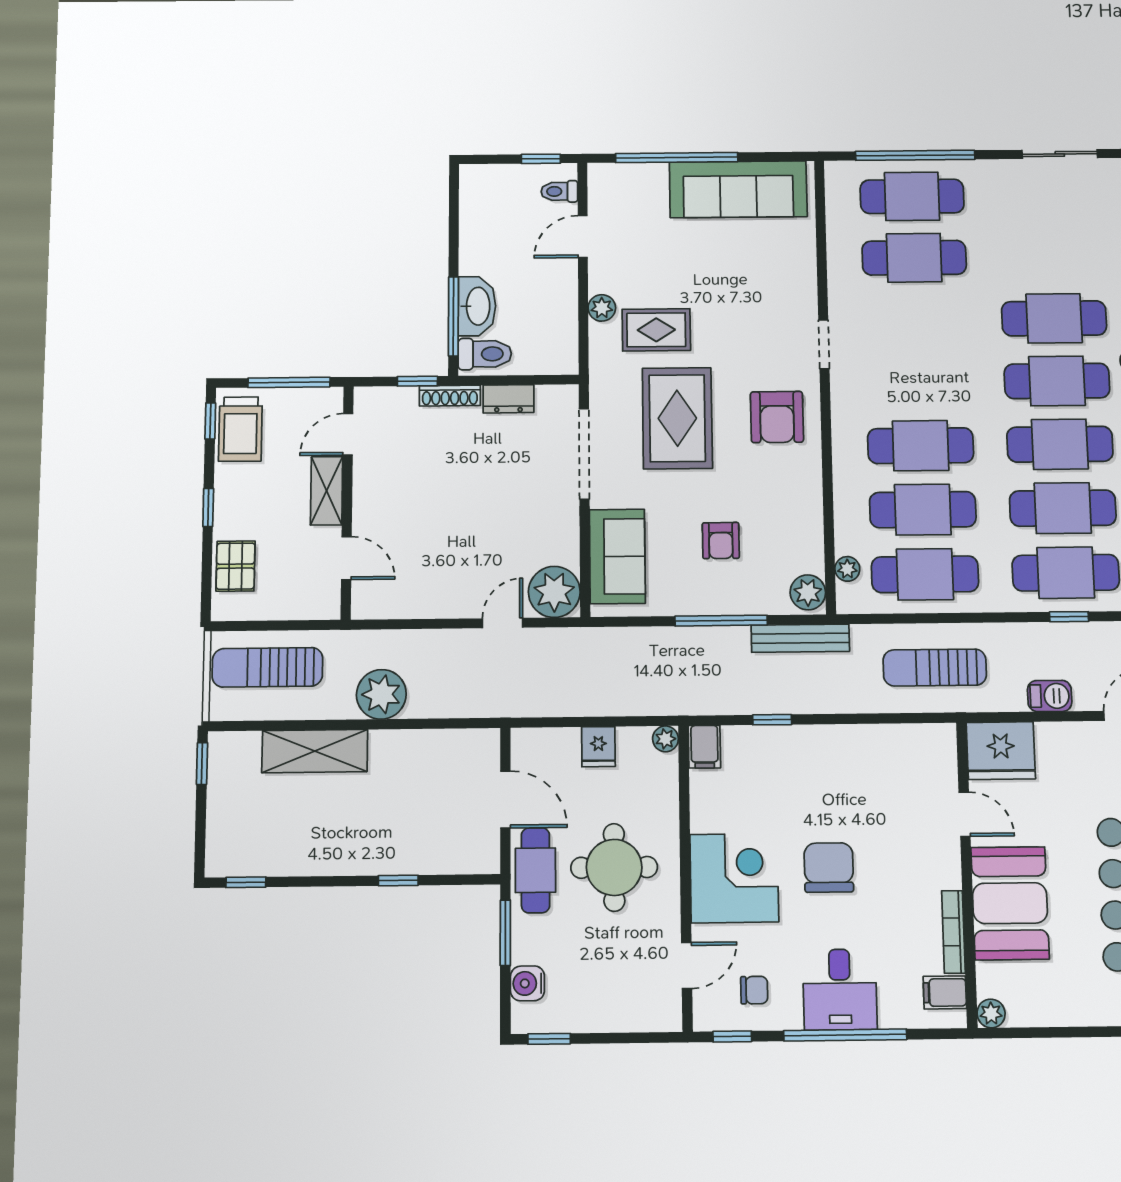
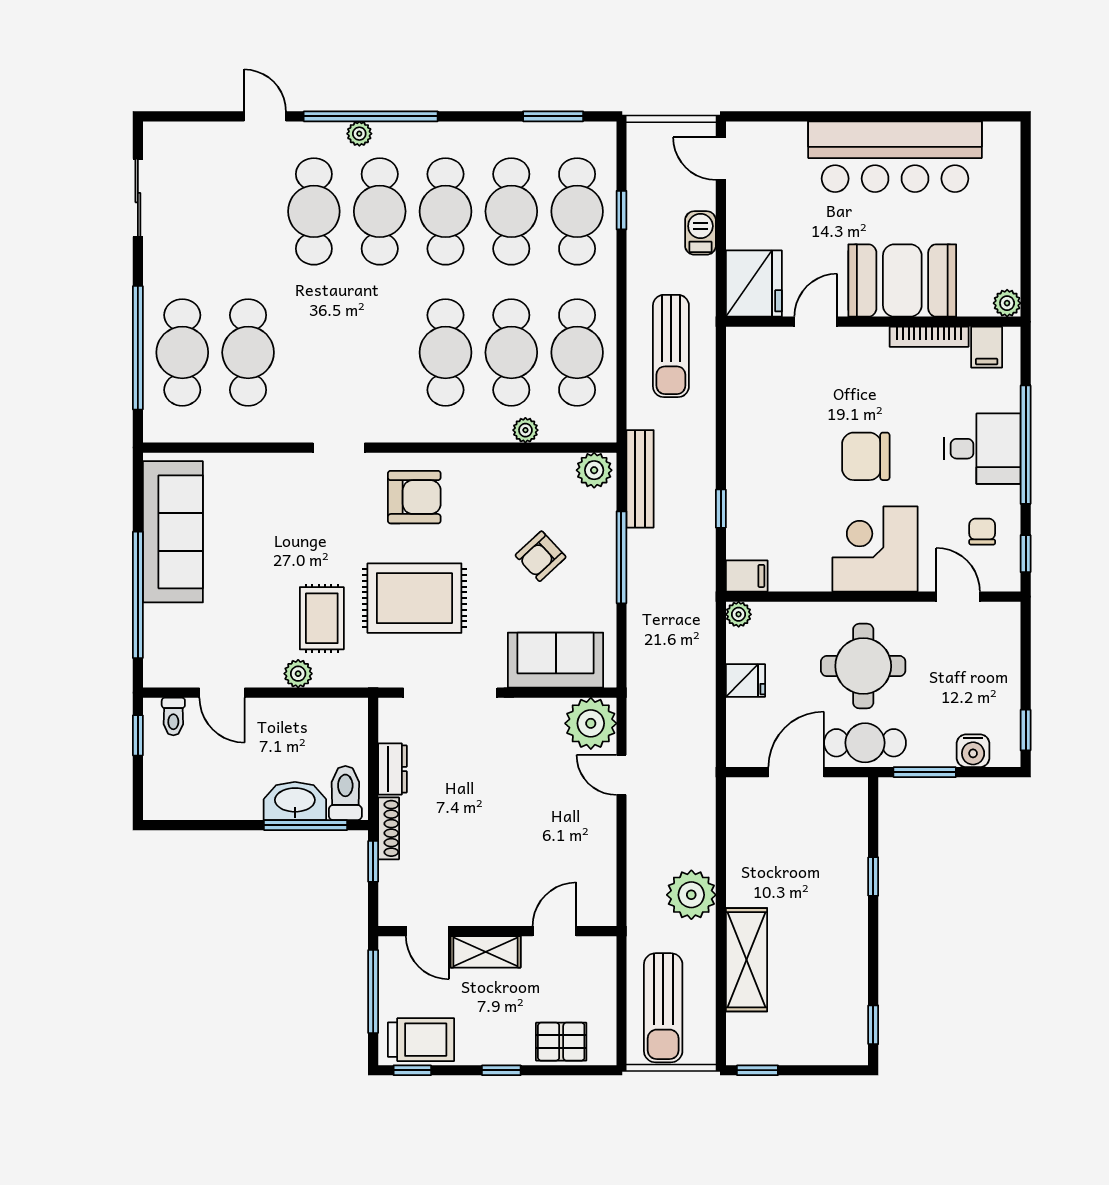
armchair: (721, 541) -> (541, 556), turned 137
plant: (847, 569) -> (525, 430), moved

